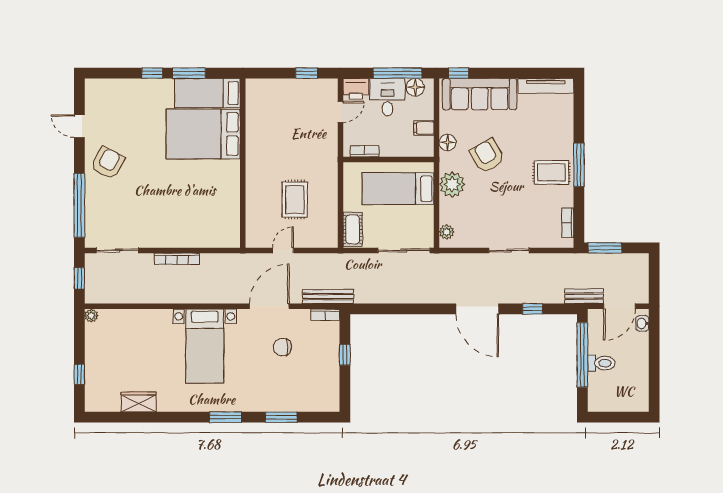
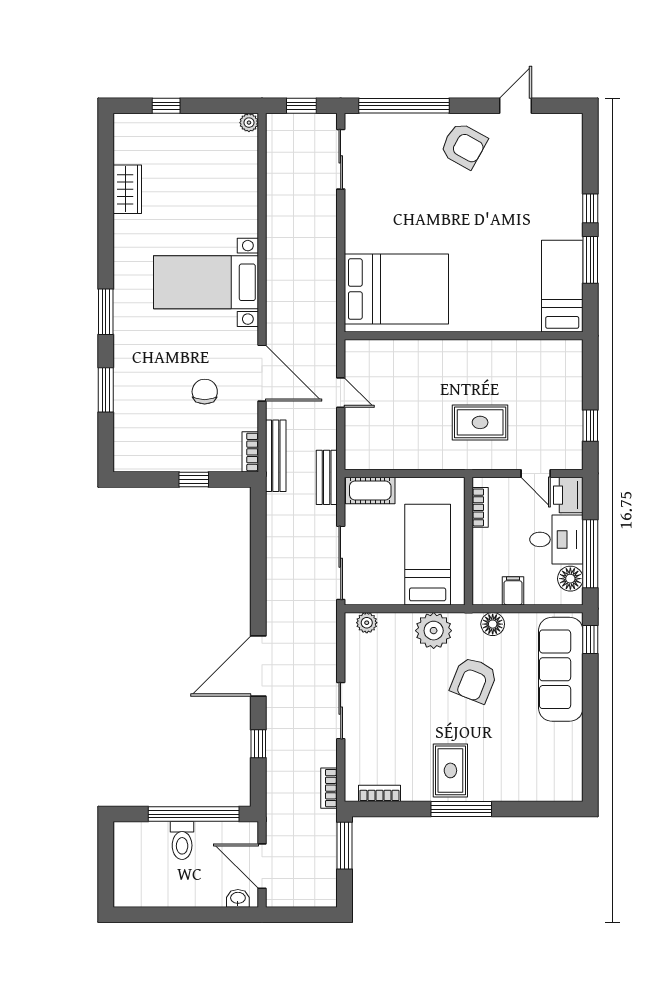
tv unit: (546, 86) -> (572, 763), removed
bed: (203, 134) -> (396, 289), moved, turned 90
armchair: (487, 156) -> (474, 680), turned 142
rug: (295, 200) -> (480, 422), moved
bookcase: (177, 259) -> (329, 788), moved, width x0.64
bench: (584, 296) -> (327, 477), moved

